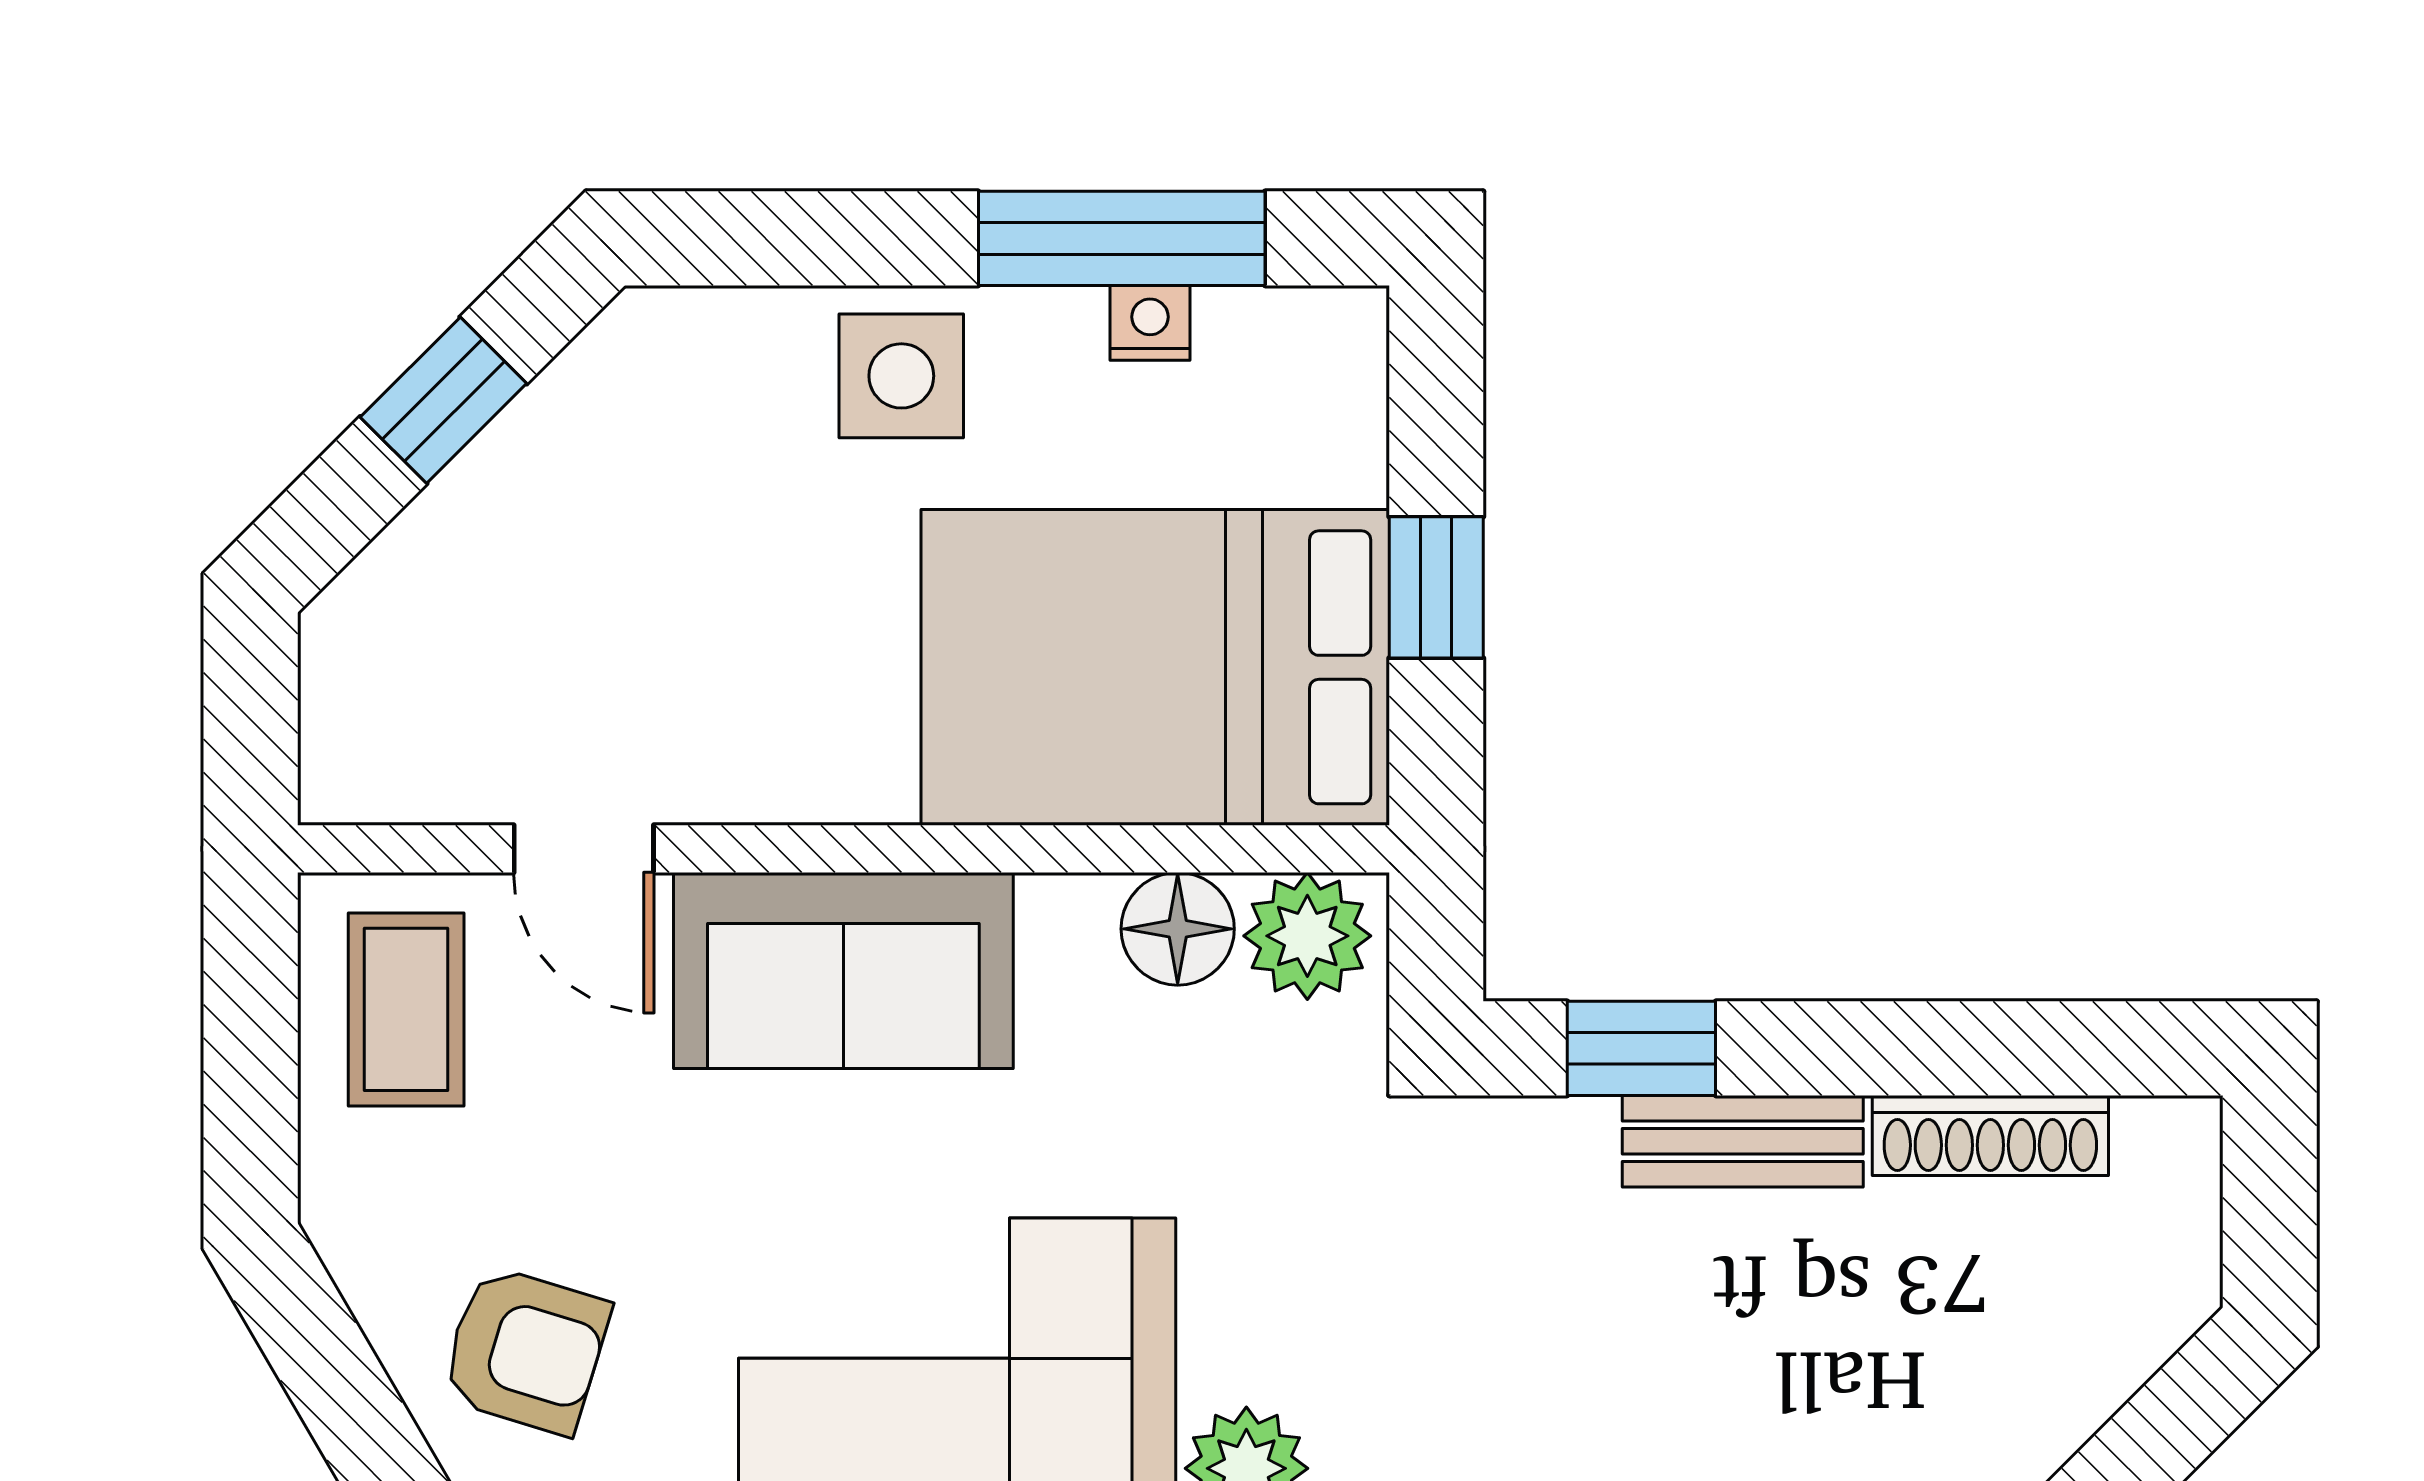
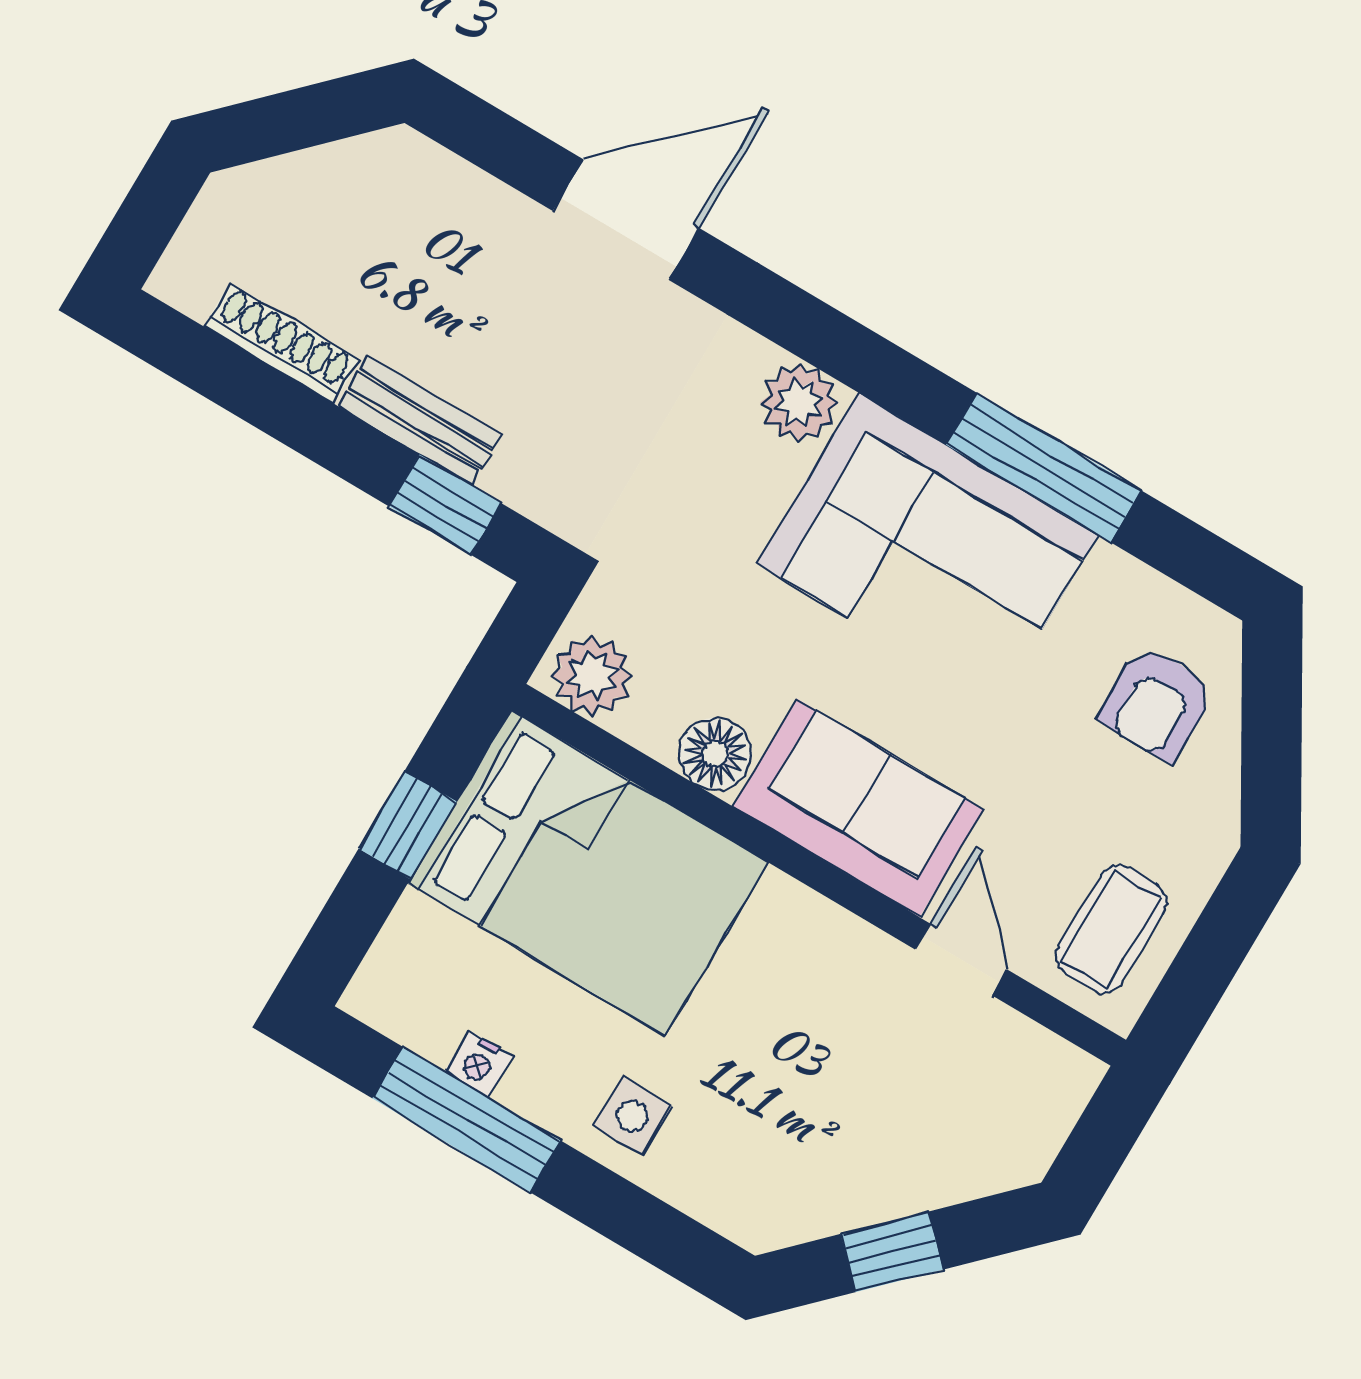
side table: (901, 376) -> (632, 1116), width x0.73, depth x0.73
floor lamp: (1178, 929) -> (715, 754), moved
armchair: (525, 1350) -> (1157, 703), turned -107

